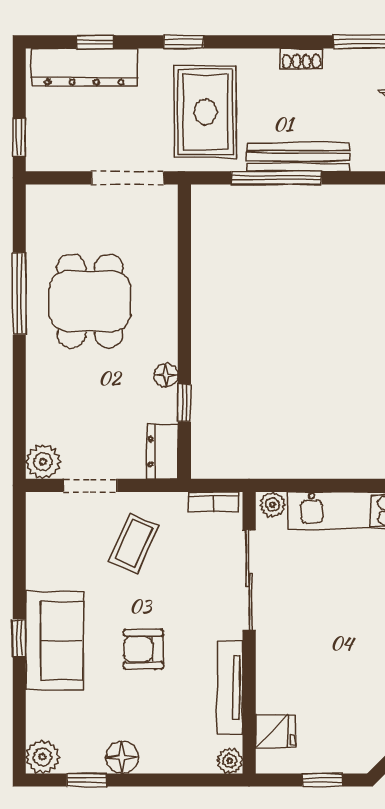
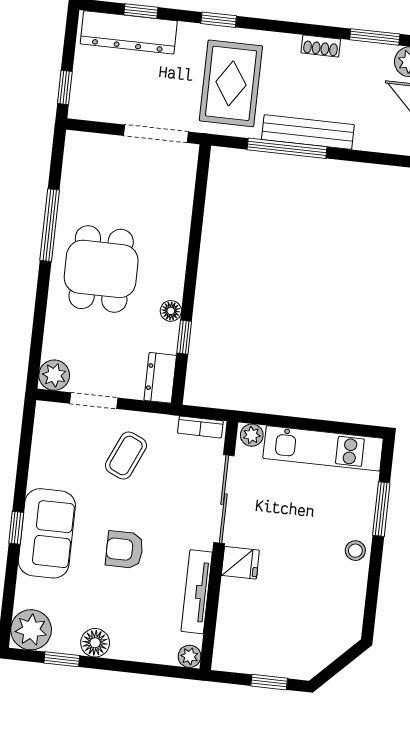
dining table: (90, 301) -> (101, 269), moved
fridge: (275, 731) -> (240, 563), moved
plant: (42, 757) -> (31, 630), width x1.36, depth x1.36

